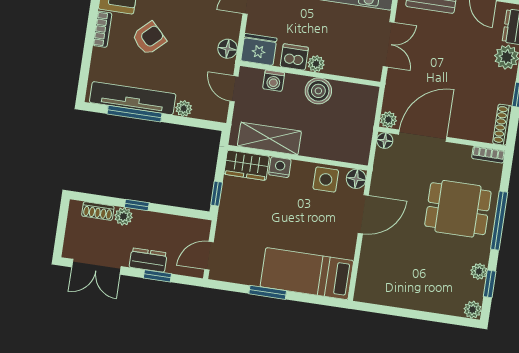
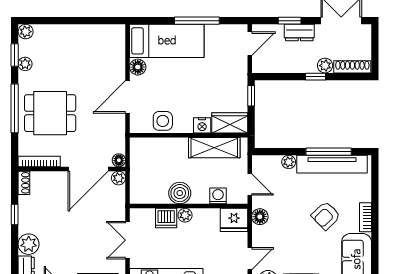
dishwasher: (294, 57) -> (166, 218), moved
shoe rack: (502, 125) -> (24, 183), width x0.70
bookcase: (488, 155) -> (39, 161), width x1.56
floor lamp: (356, 179) -> (138, 67), moved
shoe rack: (98, 211) -> (352, 67), width x1.43
window: (268, 292) -> (197, 21), width x1.44

